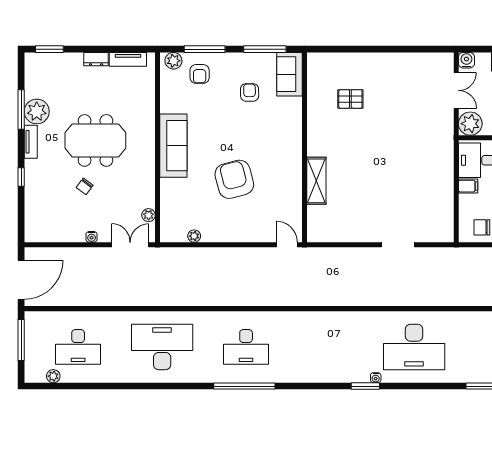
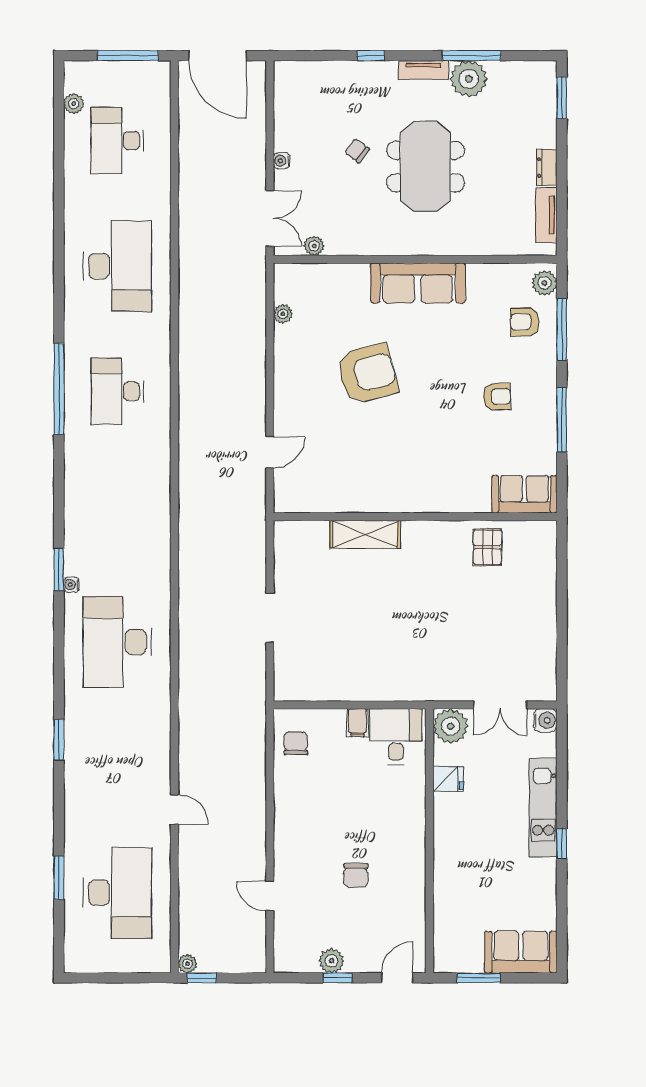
sofa: (289, 74) -> (524, 494), moved
wall: (304, 147) -> (415, 517), moved
shelving: (316, 181) -> (365, 534), moved

